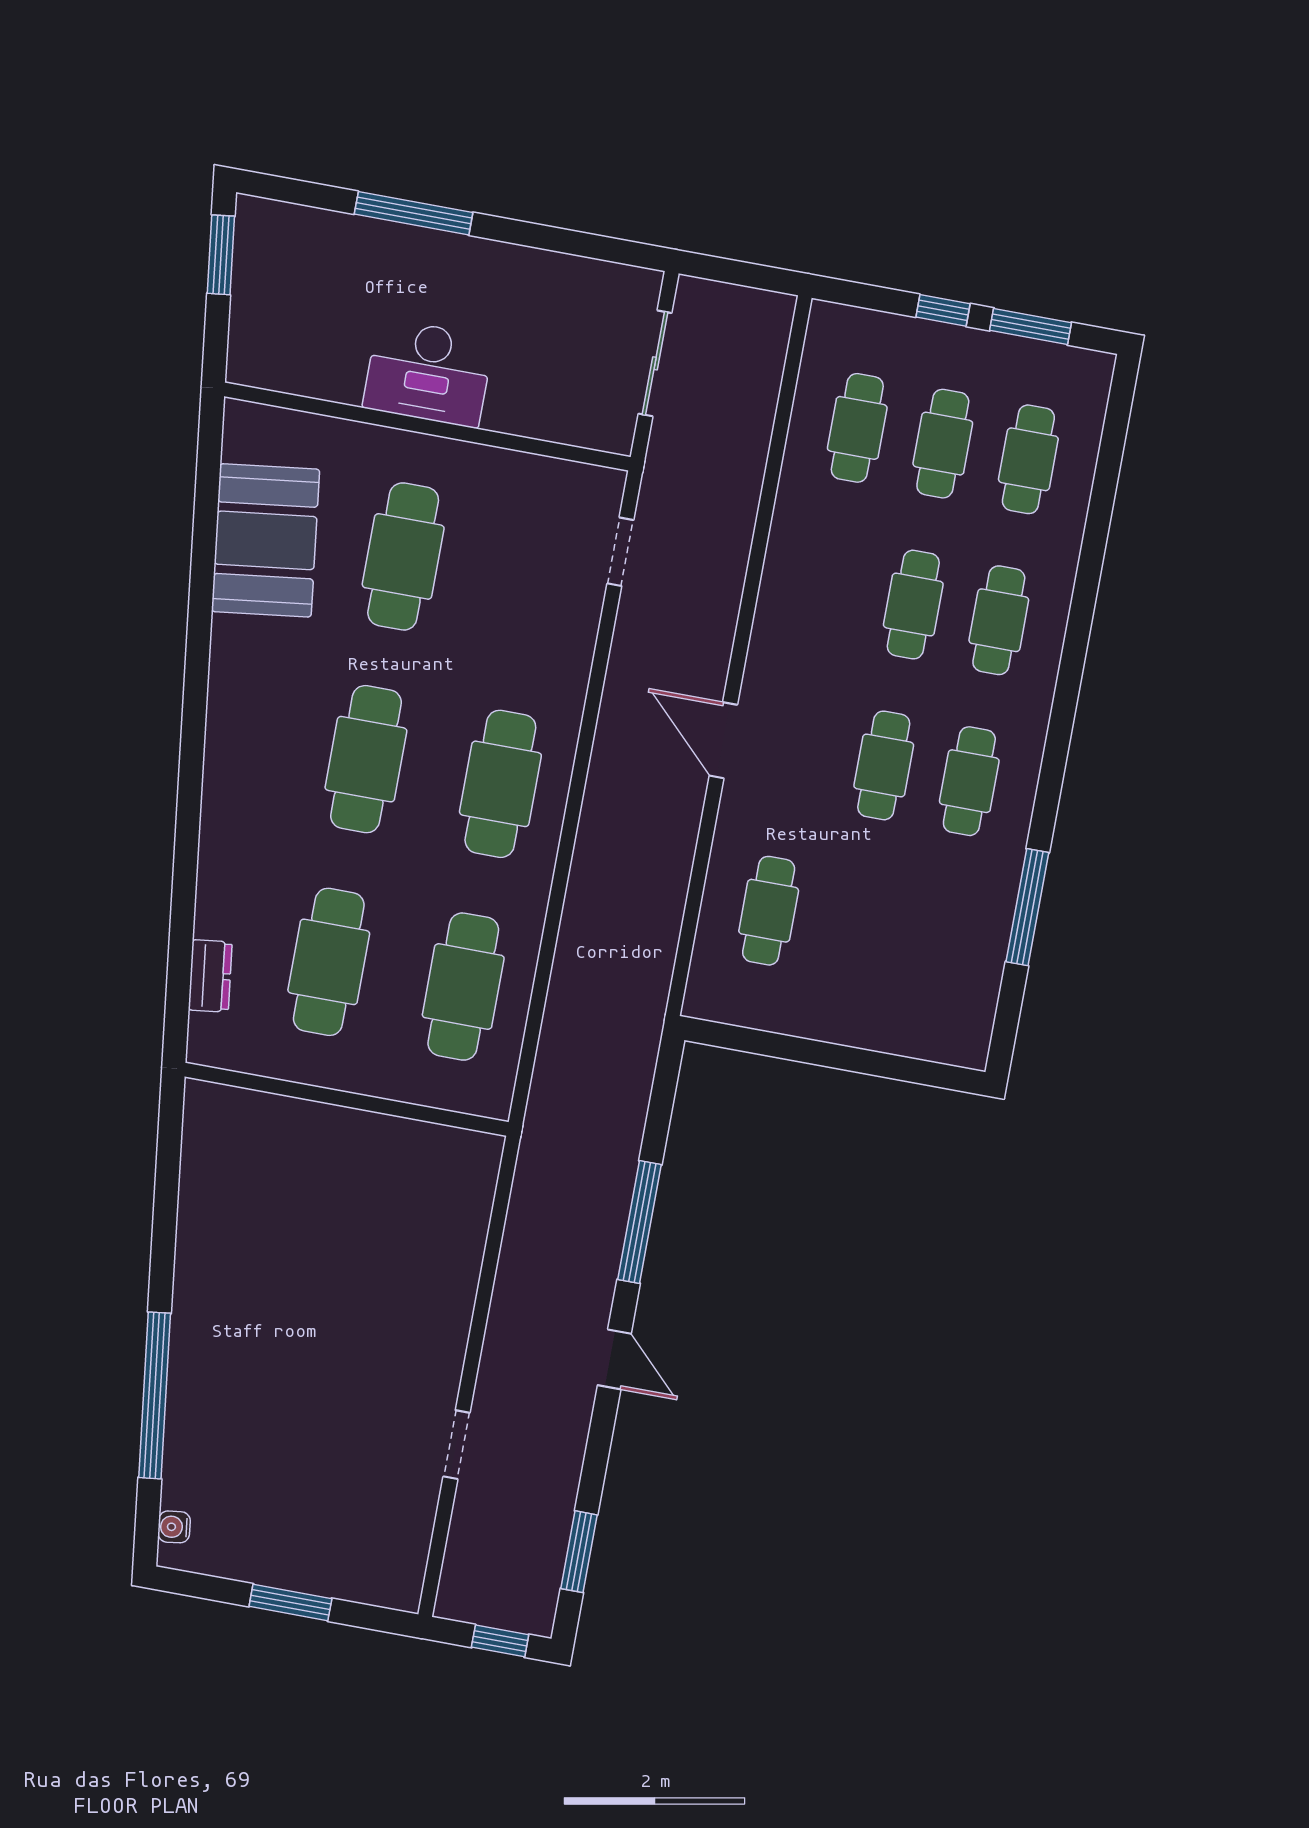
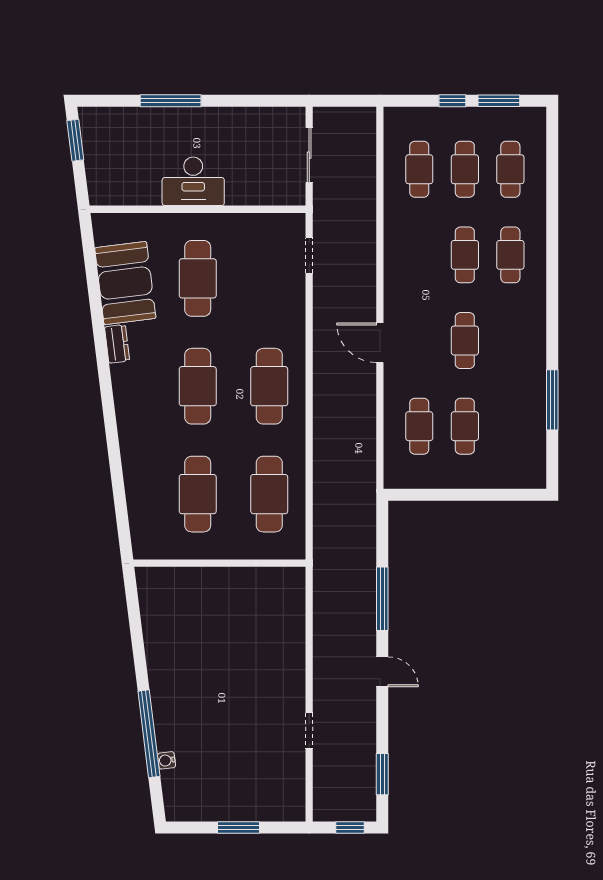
cafe table: (969, 781) -> (465, 426), moved
dresser: (210, 976) -> (117, 344), moved
water cooler: (174, 1527) -> (167, 760), moved

